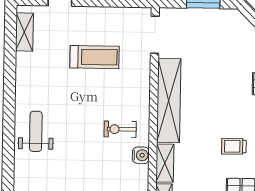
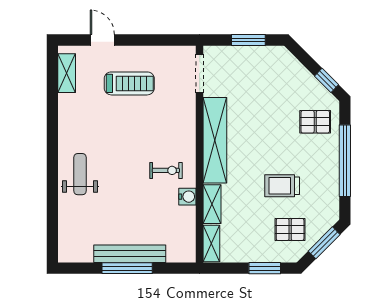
treadmill: (94, 57) -> (129, 83), moved
exercise bike: (120, 129) -> (166, 170), turned 180
trolley: (234, 146) -> (282, 186), width x1.36, depth x1.39

